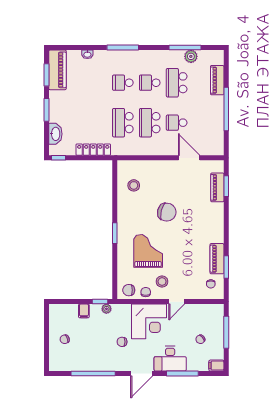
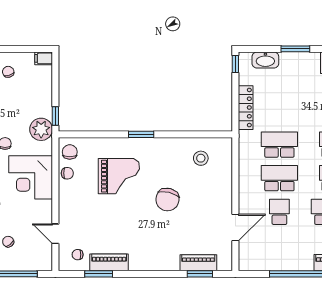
stool: (162, 282) -> (80, 194), removed
door: (177, 302) -> (55, 234), moved
plant: (106, 309) -> (41, 129), width x1.88, depth x1.88
filing cabinet: (84, 311) -> (44, 58), moved

